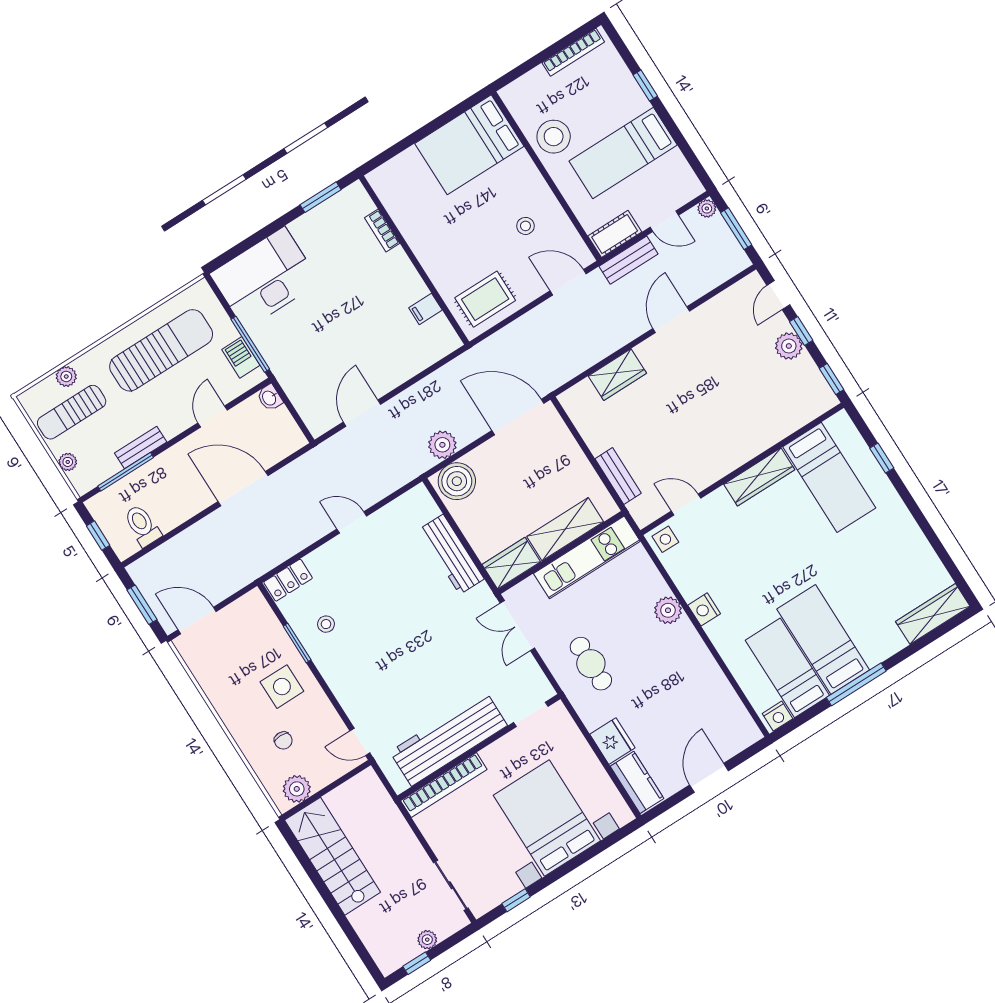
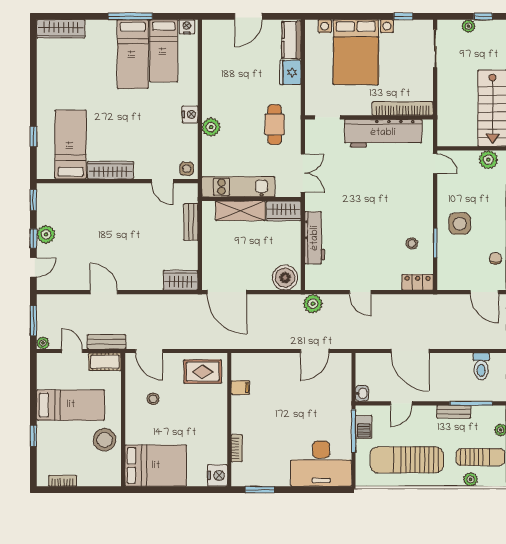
bookcase: (573, 52) -> (63, 481), width x0.64
nightstand: (385, 181) -> (217, 475), added
door: (671, 320) -> (104, 292), swing flipped
wardrobe: (617, 375) -> (181, 280), moved
plant: (442, 445) -> (313, 304), moved
chair: (283, 740) -> (495, 258), moved

